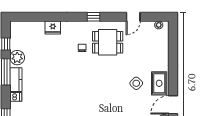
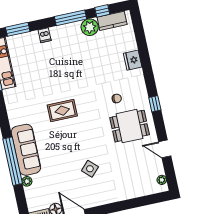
dining table: (108, 42) -> (130, 126), turned 90
kitchen counter: (16, 80) -> (112, 21), moved
rug: (159, 83) -> (62, 111), moved

